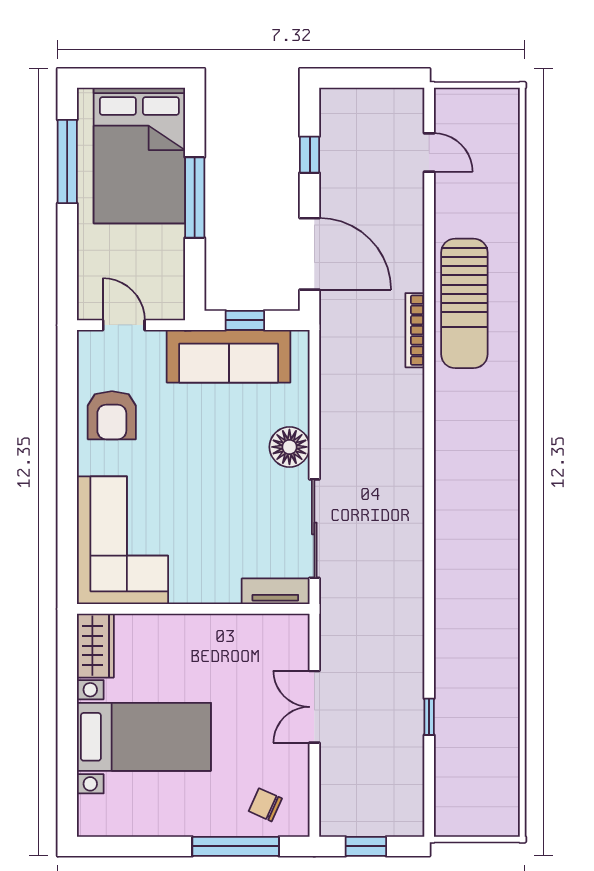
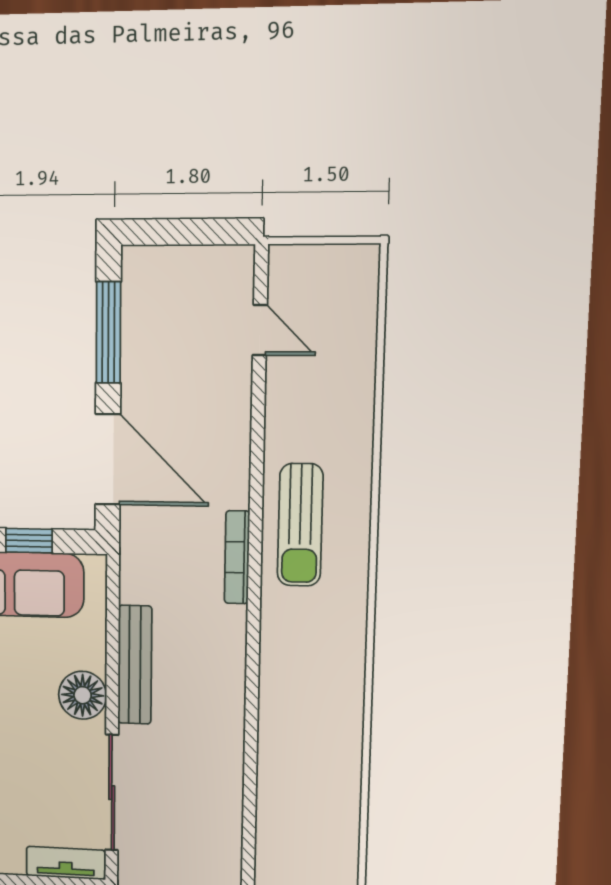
window: (310, 155) -> (108, 332), width x2.17
sun lounger: (464, 303) -> (300, 525), width x0.73, depth x0.75
bench: (333, 420) -> (135, 665), added

